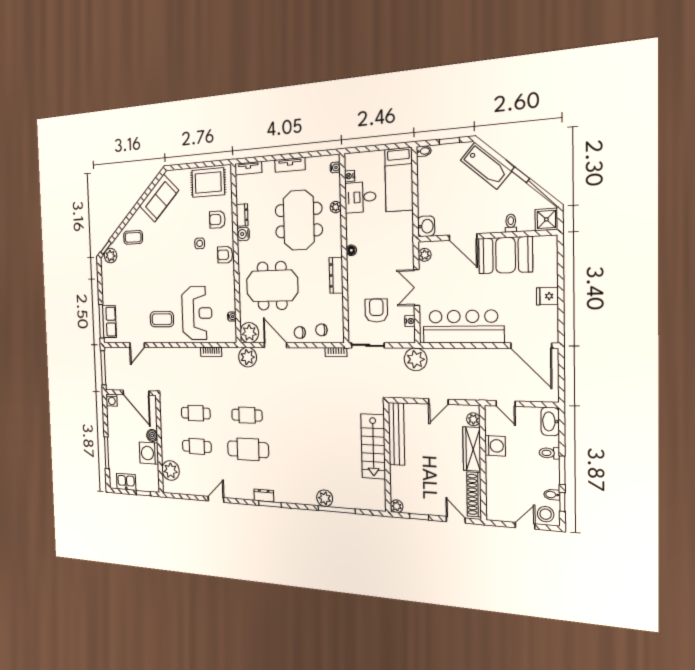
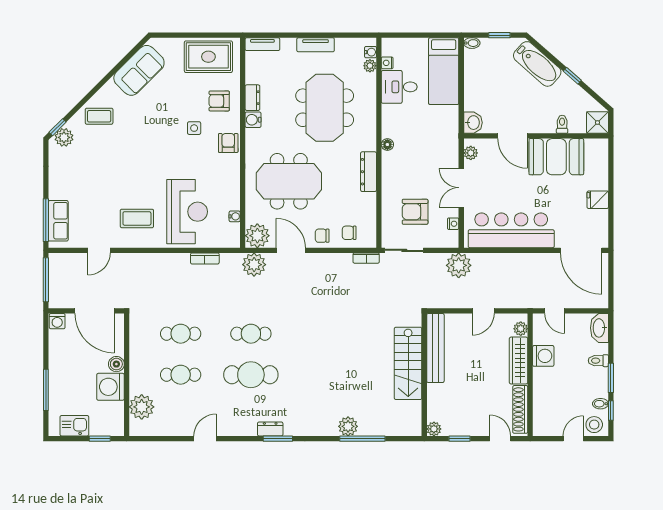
plant: (336, 207) -> (370, 66), moved
armchair: (225, 255) -> (228, 143), turned 90
armchair: (376, 310) -> (415, 212), turned -90

